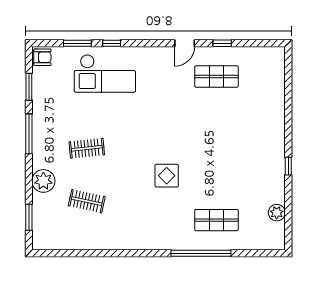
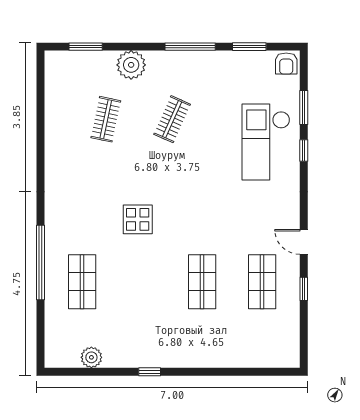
shop shelf: (216, 124) -> (202, 282), added
clothes rail: (87, 148) -> (172, 119), turned 30

